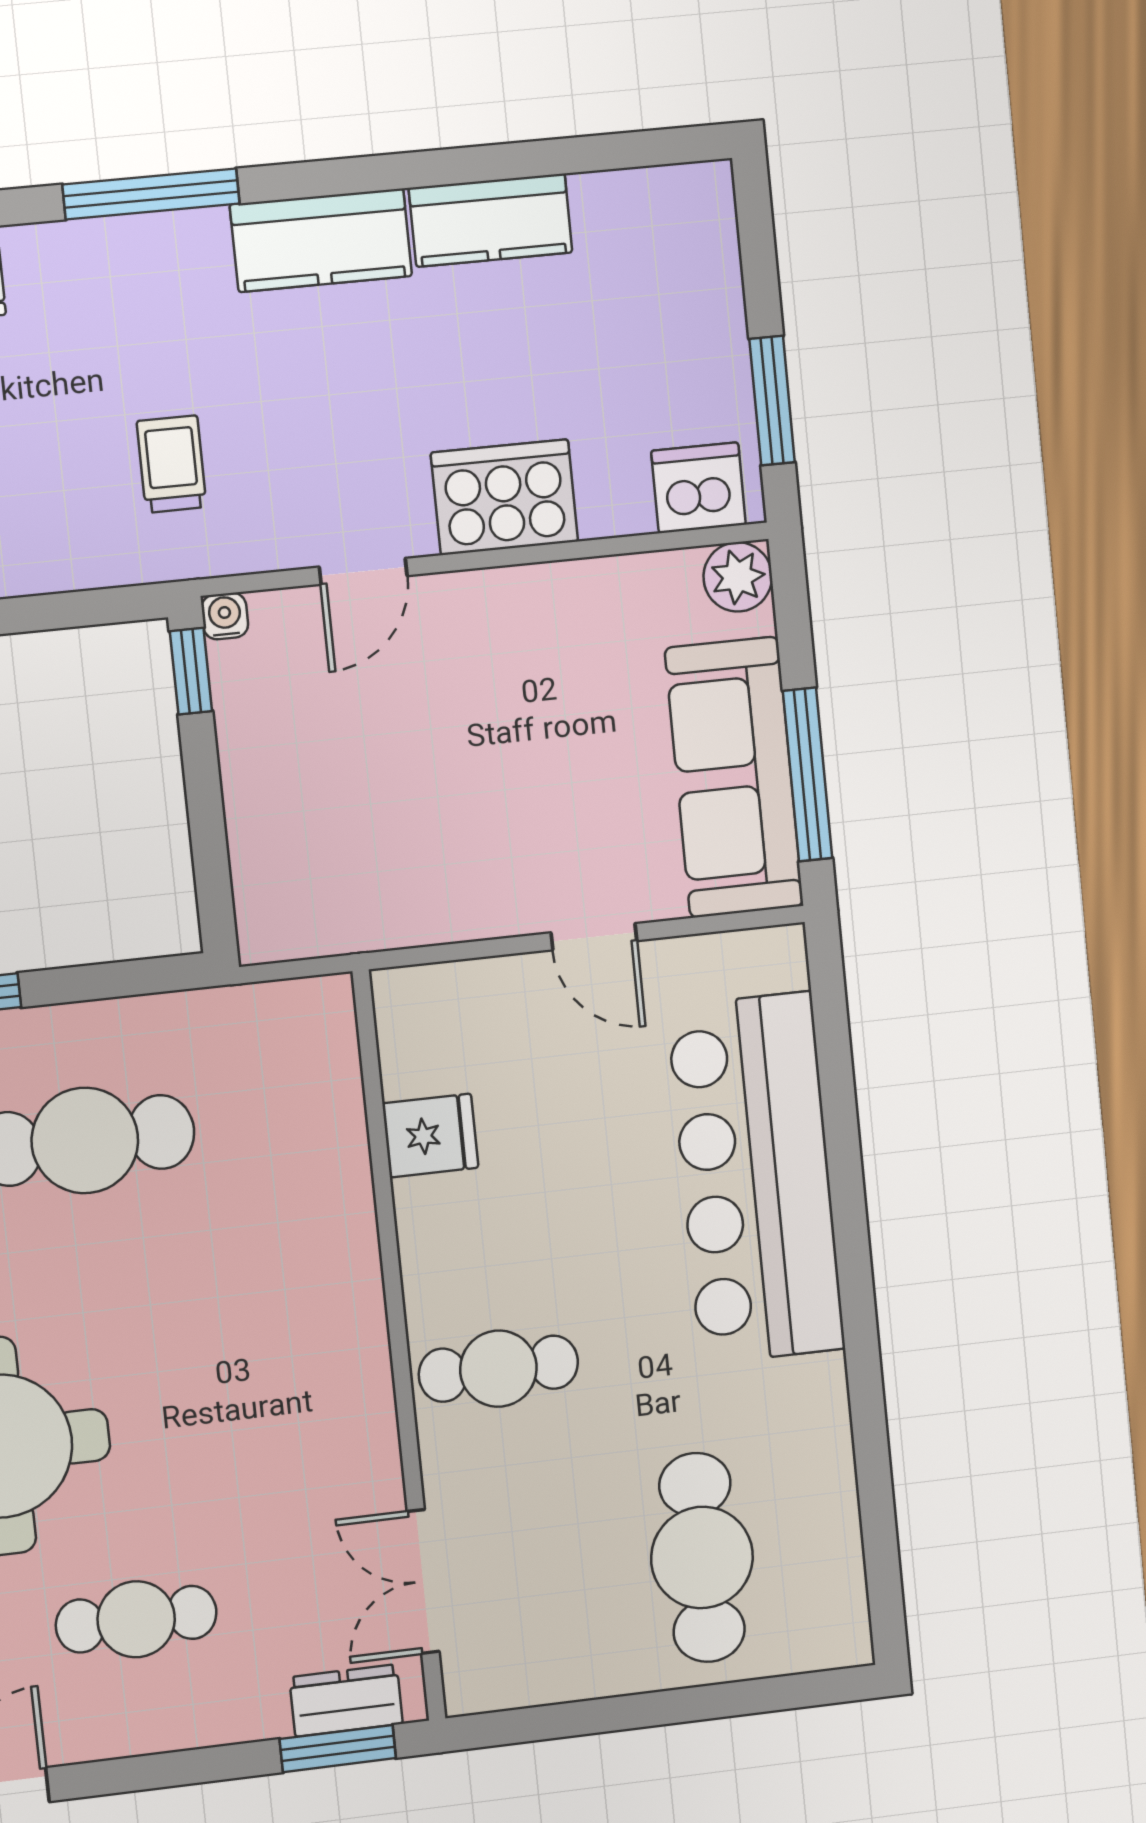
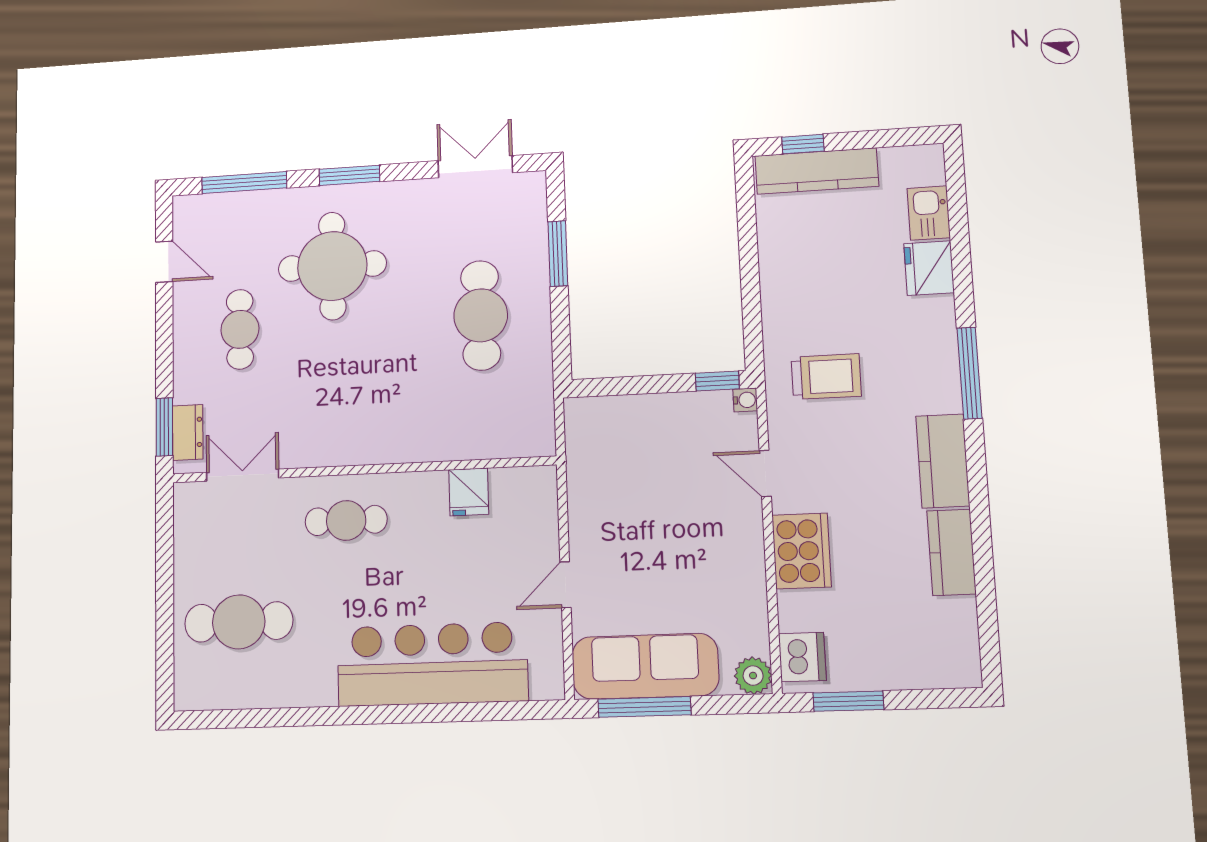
trolley: (172, 464) -> (826, 377), width x1.36, depth x1.39
cafe table: (498, 1369) -> (346, 520), turned 90

